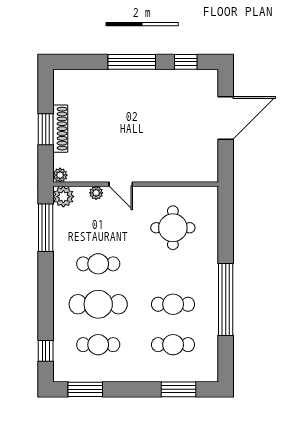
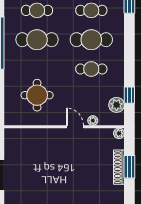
plant: (63, 197) -> (117, 105), moved
window: (46, 228) -> (129, 95), width x0.46
cafe table: (173, 304) -> (37, 40), width x1.37, depth x1.35

